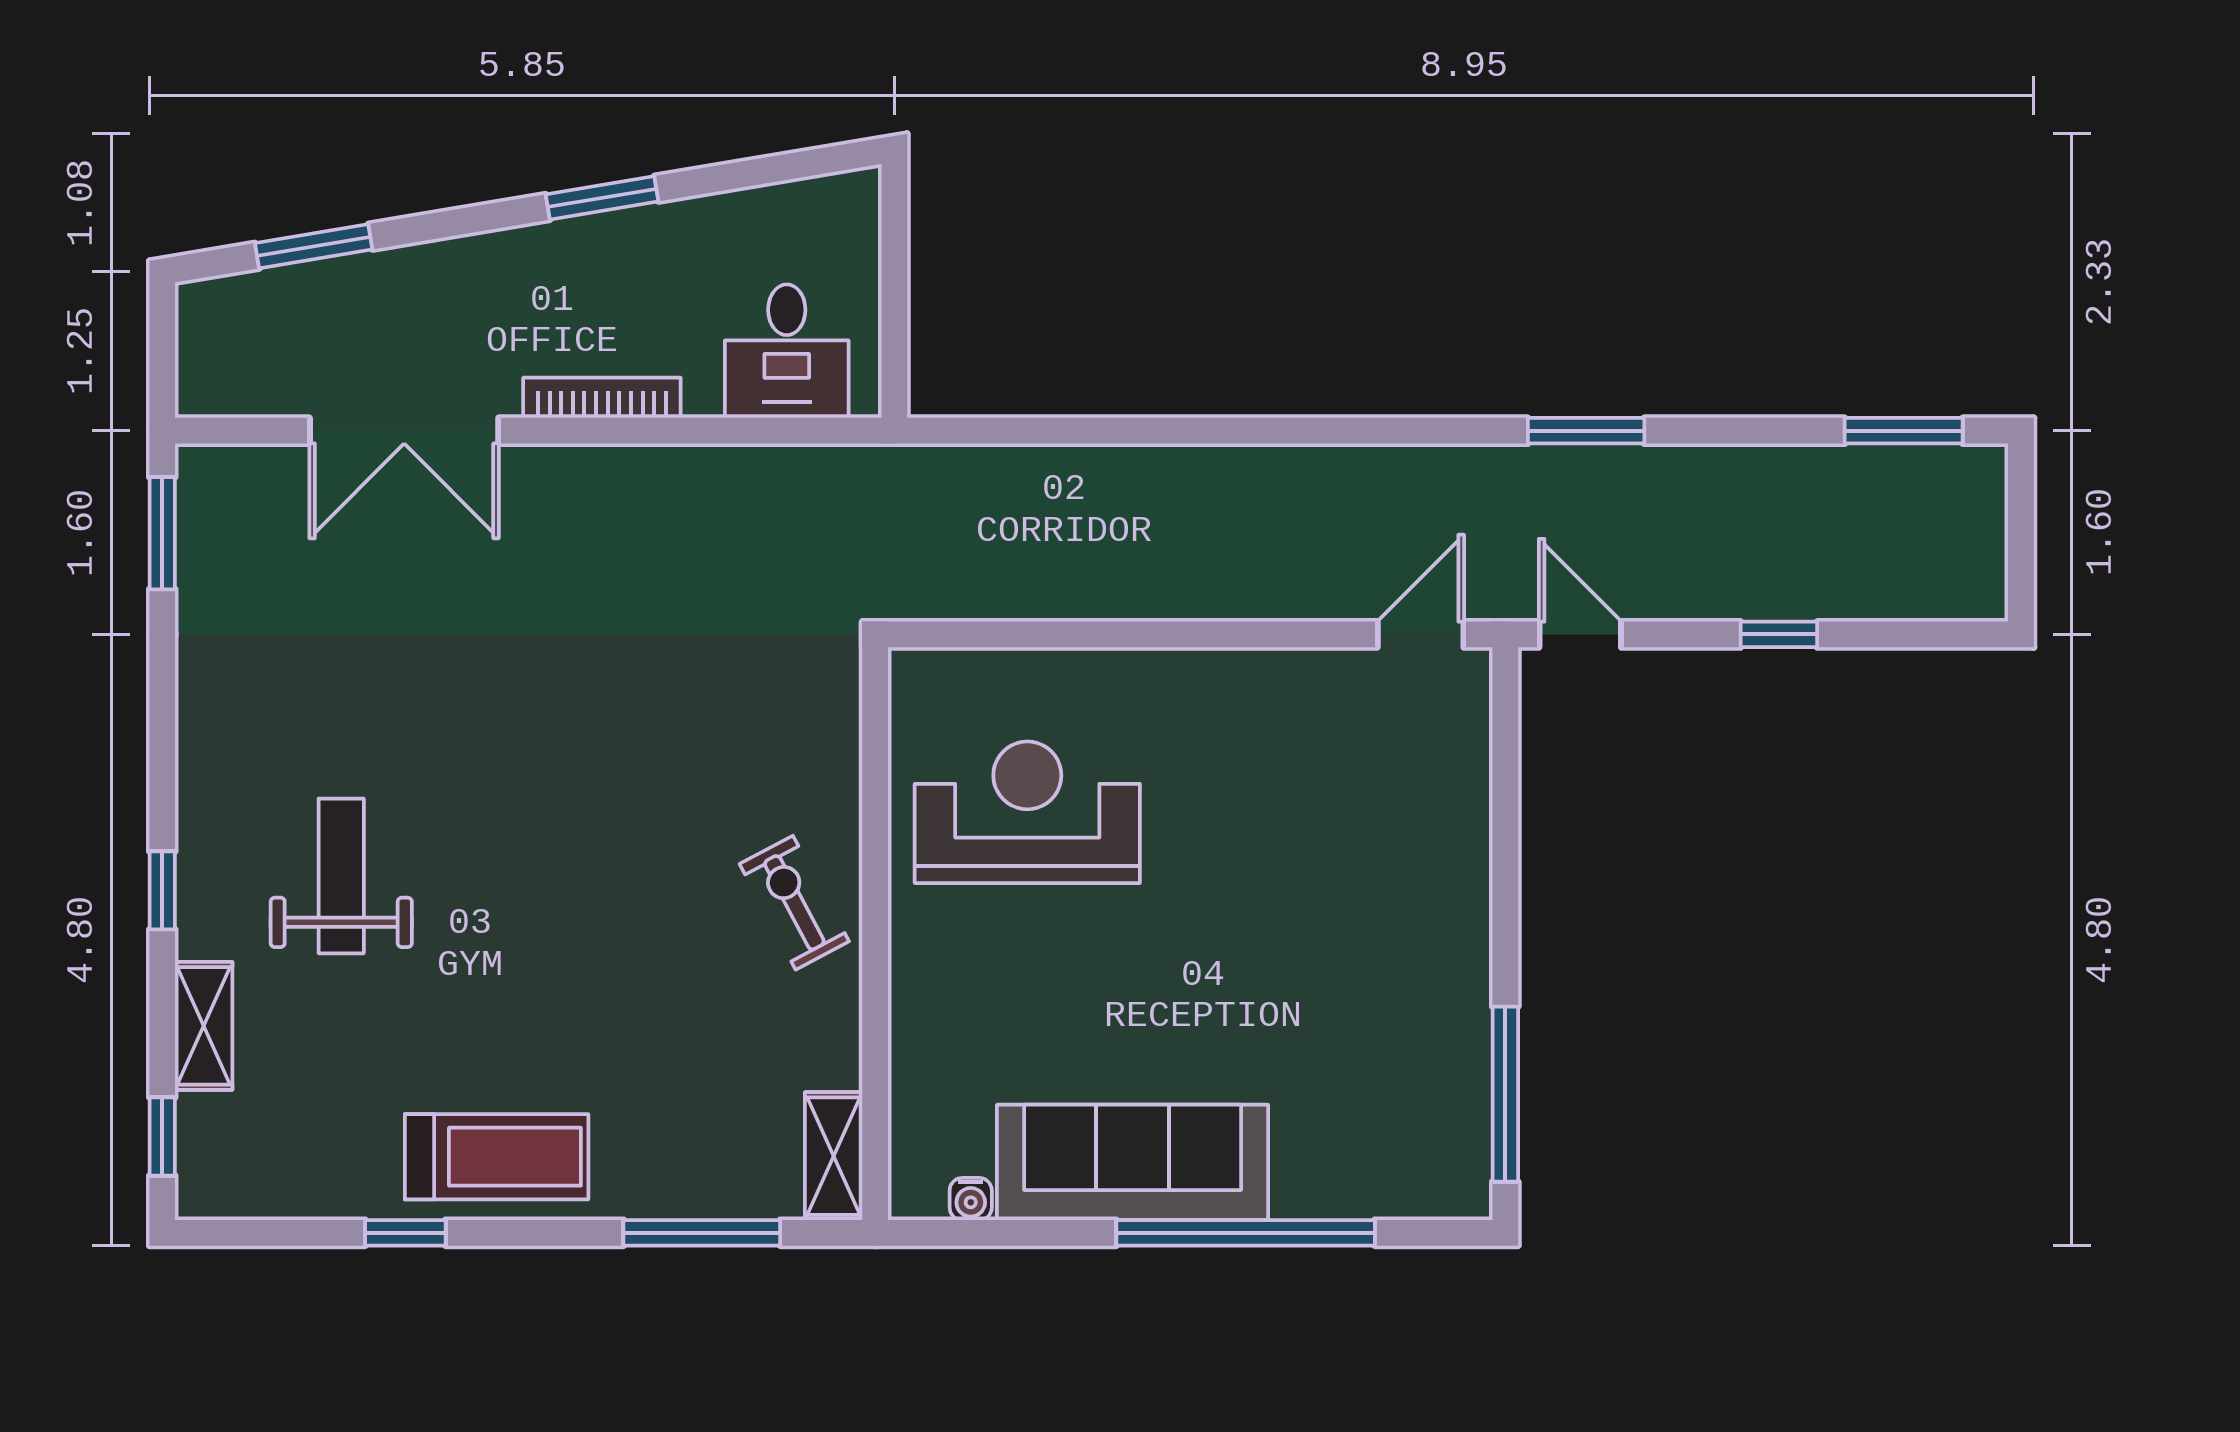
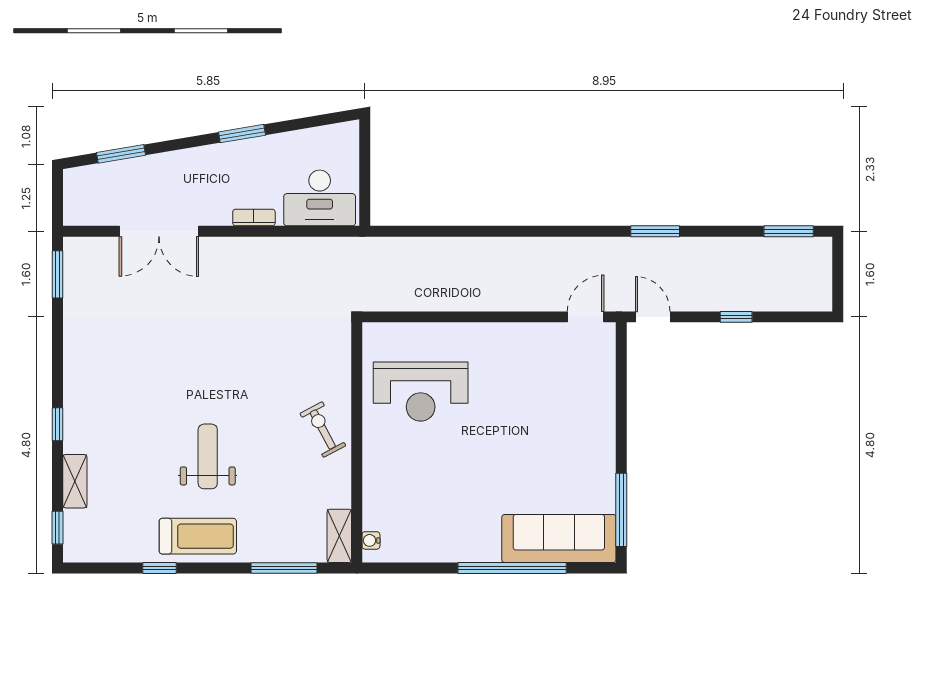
desk: (787, 351) -> (320, 198), width x1.37
bookcase: (602, 398) -> (254, 218), width x0.64
reception desk: (1027, 812) -> (421, 391), turned 180
weight bench: (341, 876) -> (208, 456), moved
sofa: (1133, 1162) -> (559, 539), moved
water cooler: (971, 1199) -> (371, 540), moved, turned 90

